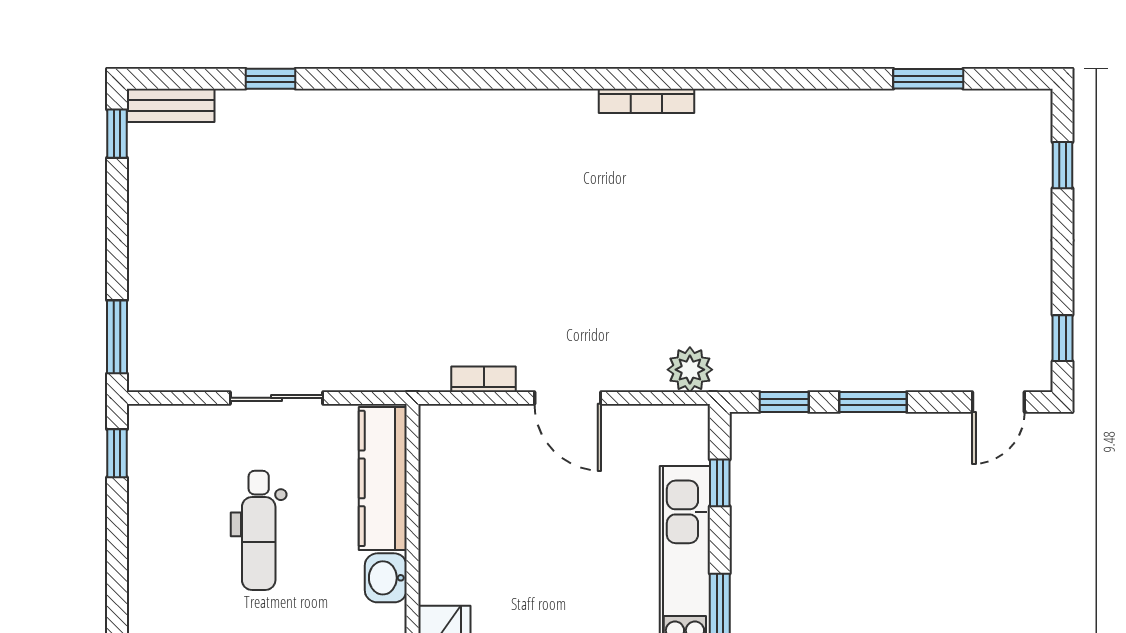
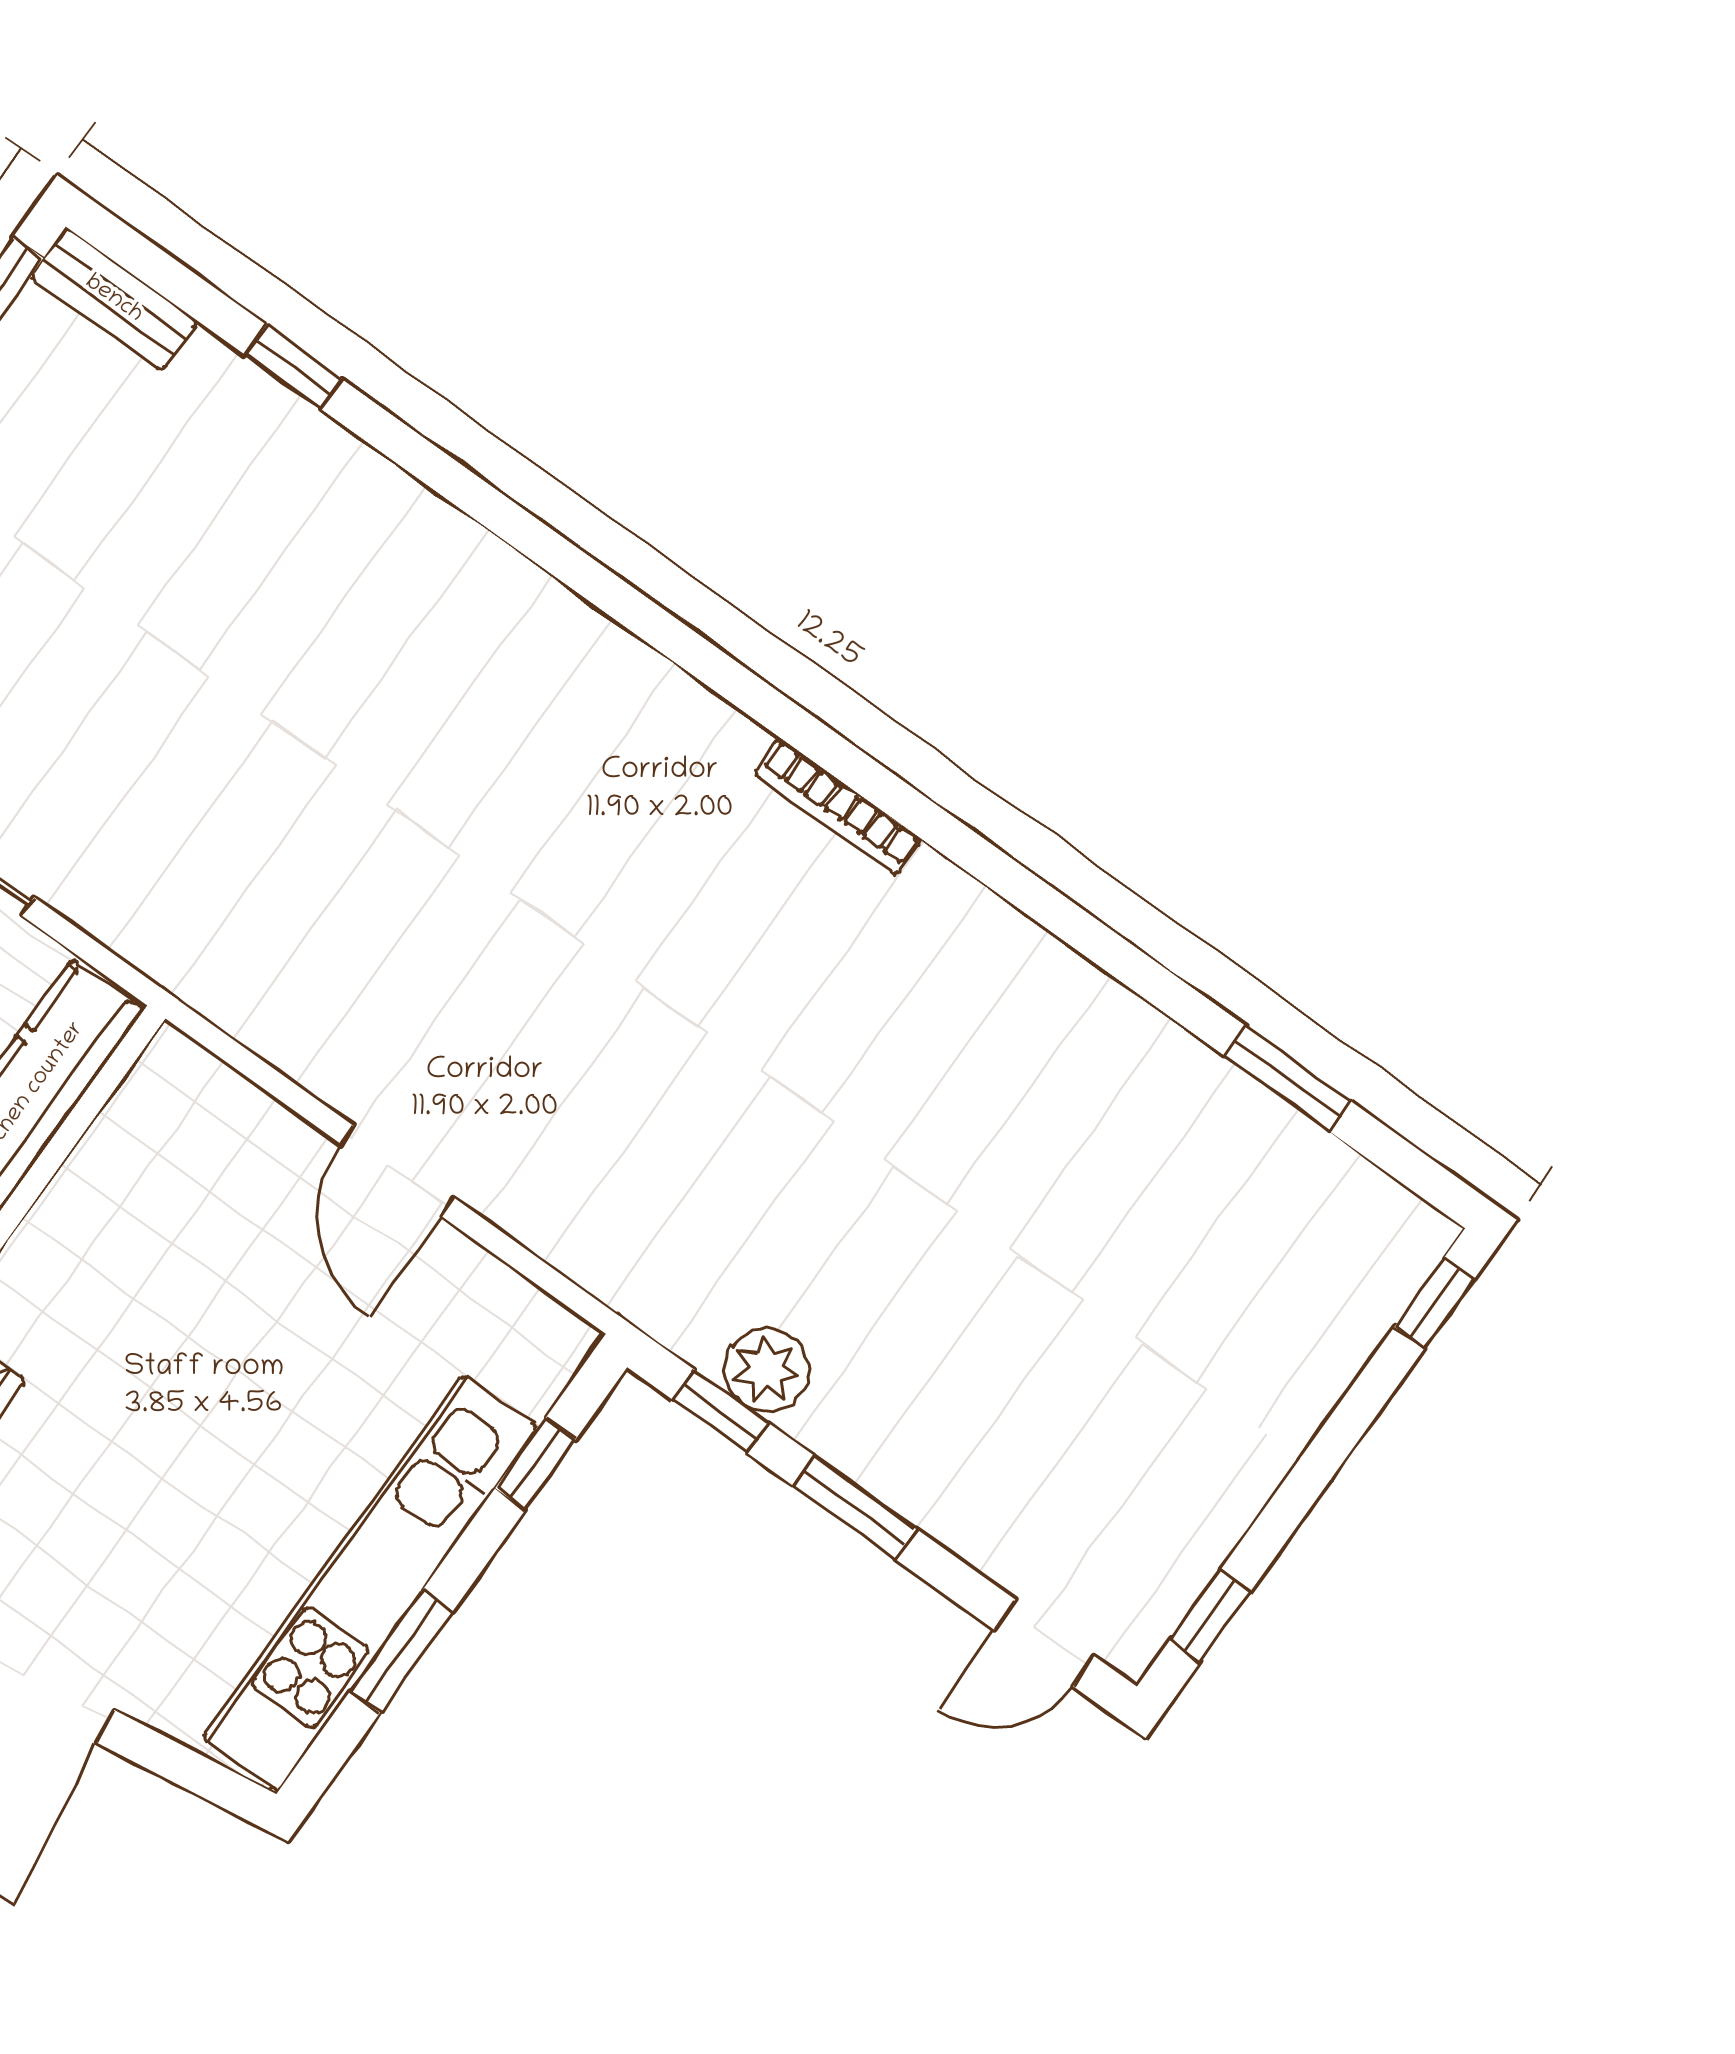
window: (1063, 165) -> (1435, 1303), moved
plant: (690, 370) -> (767, 1370), moved
bookcase: (484, 379) -> (291, 1052), removed

